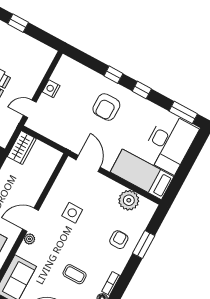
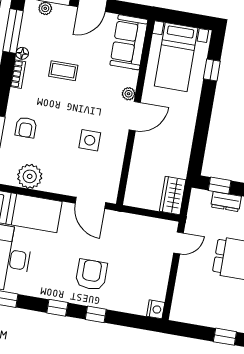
nightstand: (51, 89) -> (156, 309), moved

